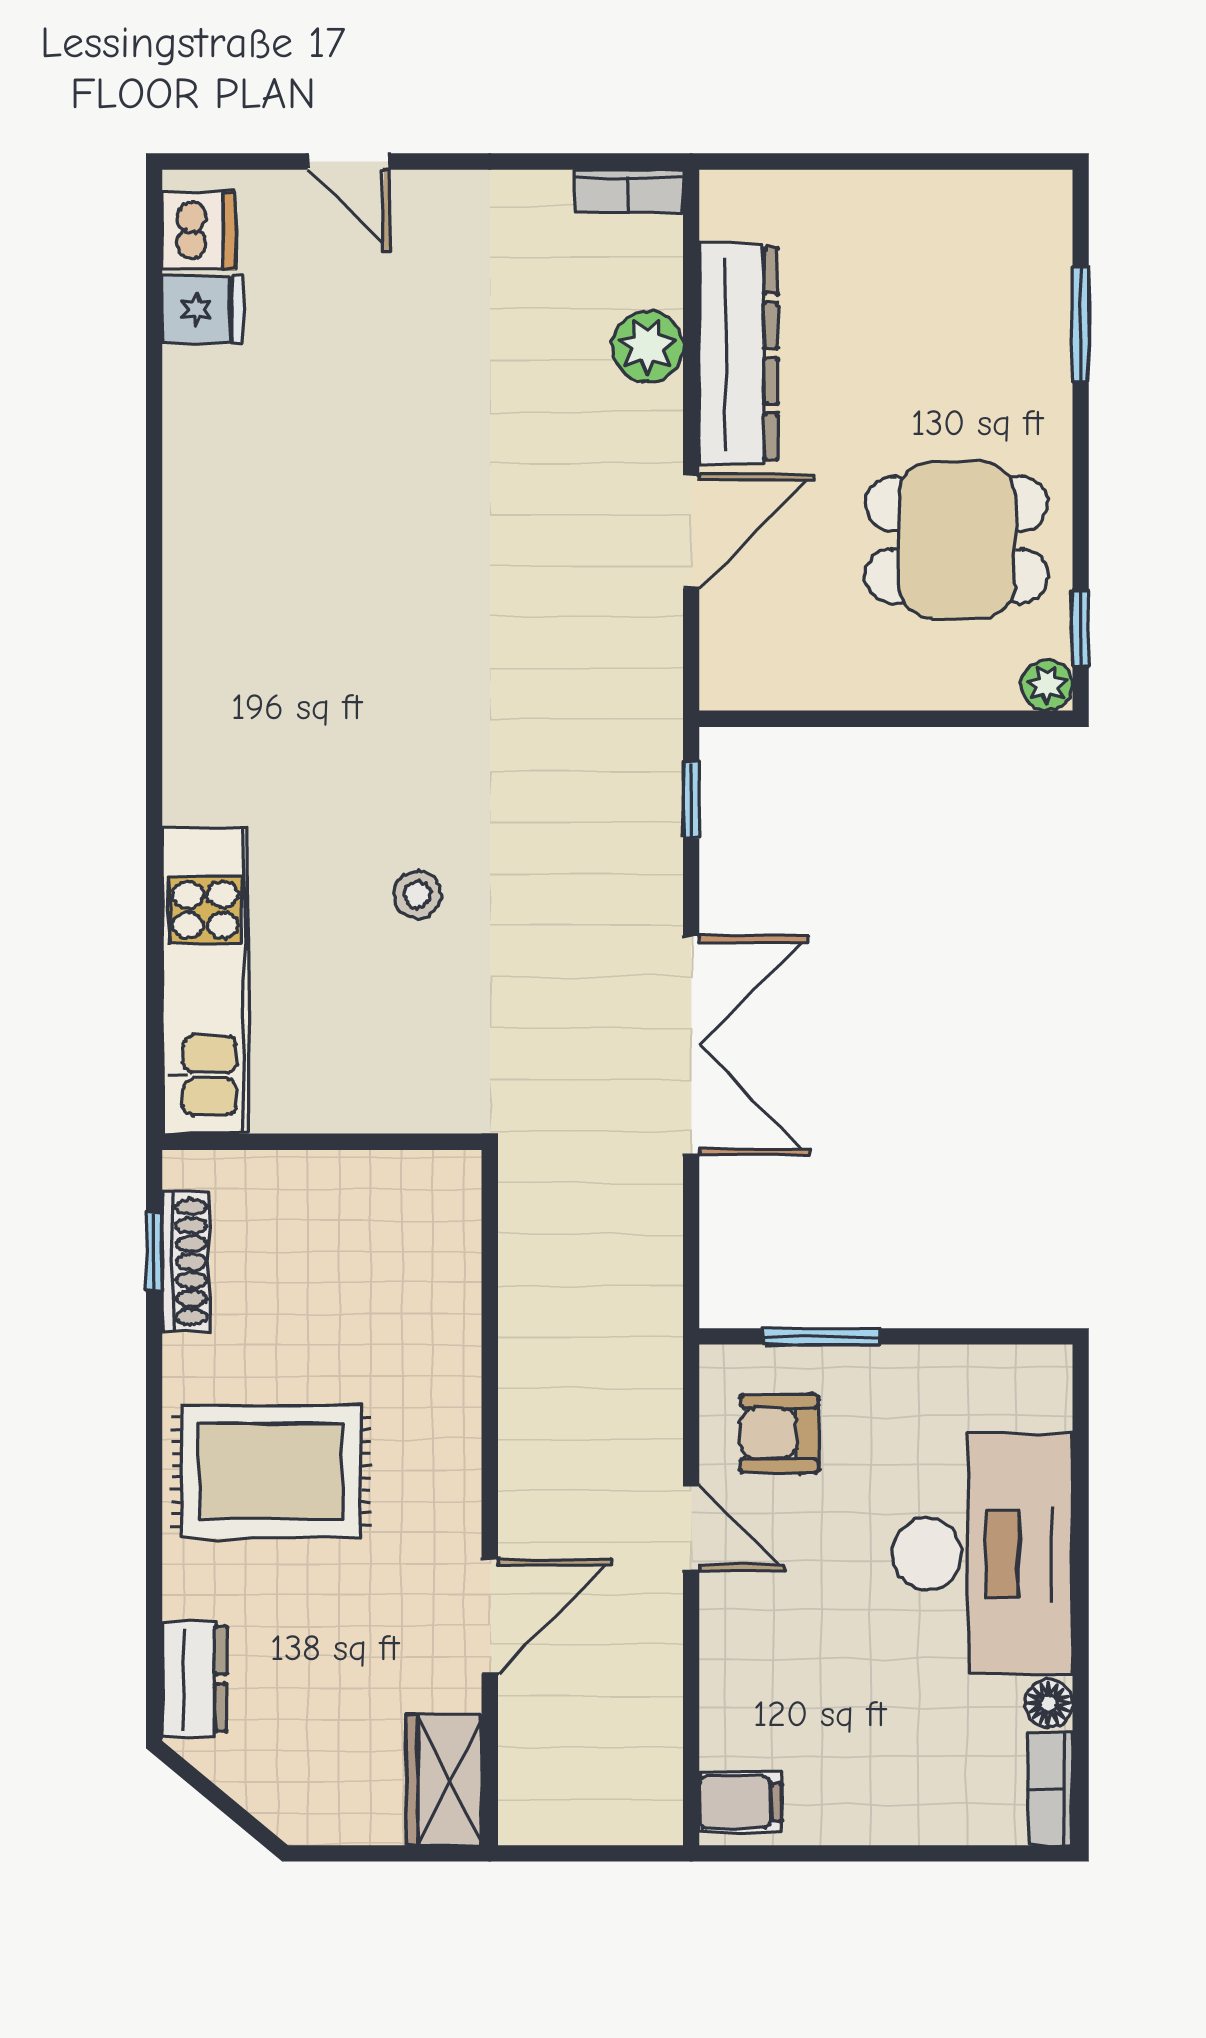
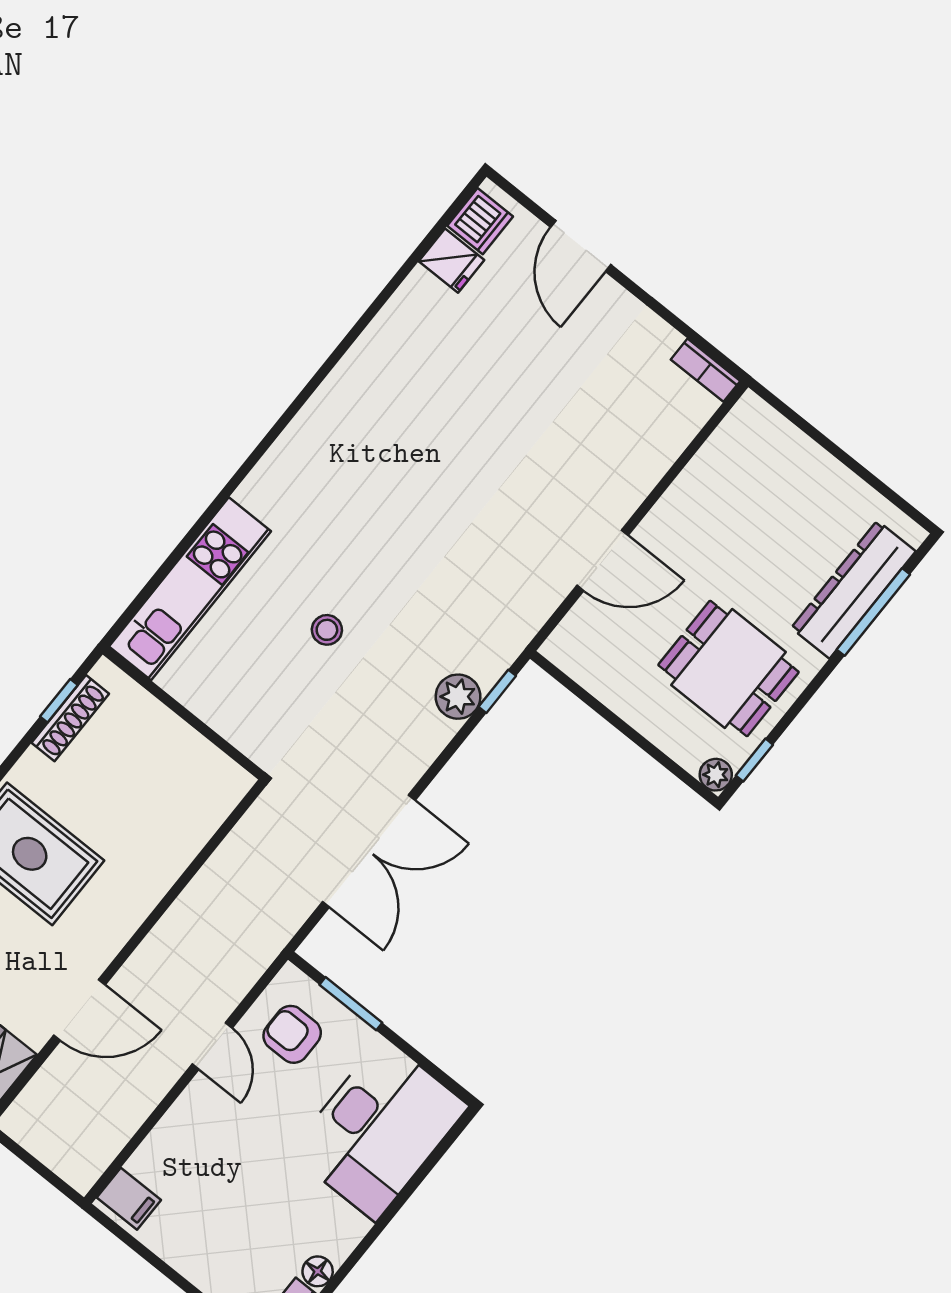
door: (349, 162) -> (581, 246), width x1.37
window: (1081, 325) -> (873, 612), width x1.44
plant: (648, 347) -> (458, 697), moved
dresser: (739, 354) -> (853, 590), moved, turned 180
double door: (691, 1045) -> (369, 851), moved
desk: (982, 1554) -> (379, 1129), moved

